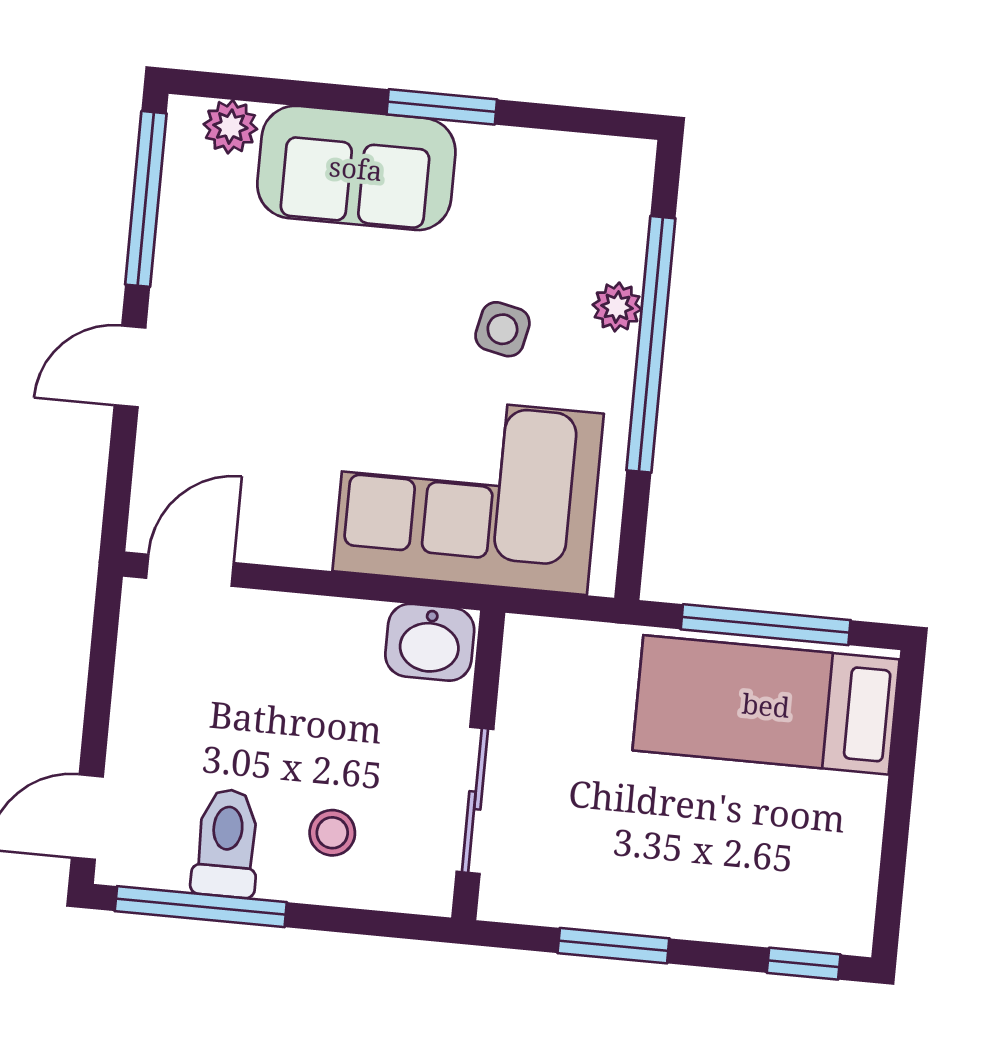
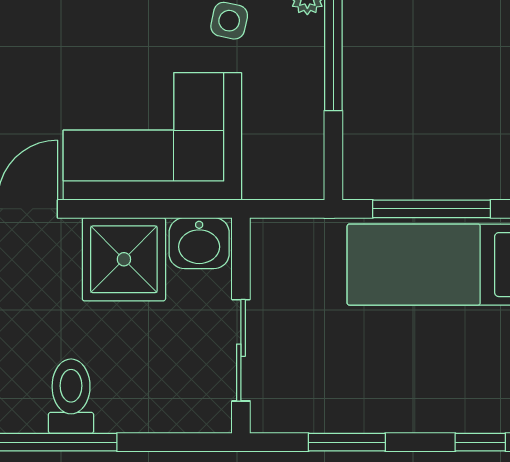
corner sofa: (468, 492) -> (152, 136), moved
shower: (320, 655) -> (124, 259), added
stool: (332, 833) -> (144, 382), removed

